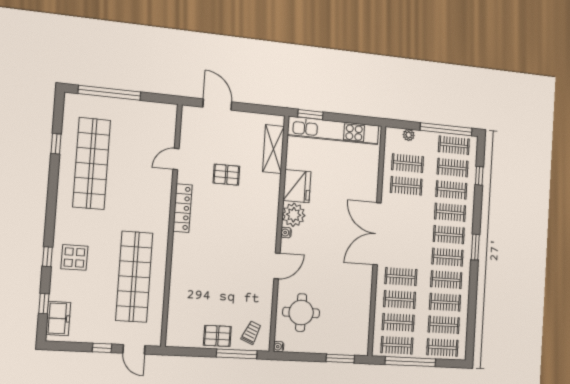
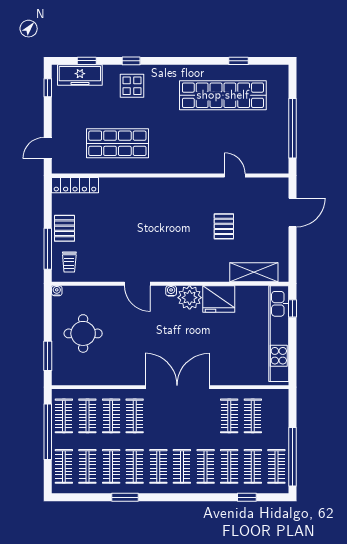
window: (109, 93) -> (293, 128), moved
window: (310, 115) -> (293, 308), width x0.67
plant: (409, 135) -> (282, 415), removed
locker: (182, 208) -> (75, 185), moved
window: (475, 247) -> (125, 497), moved
shop shelf: (134, 277) -> (117, 143), width x0.71
round table: (301, 313) -> (83, 333), moved
freezer: (58, 318) -> (80, 75), width x1.40
trolley: (251, 333) -> (69, 262), turned 67
window: (102, 348) -> (48, 88), moved

